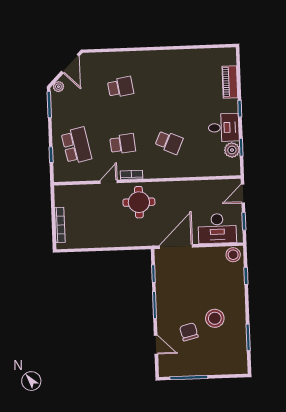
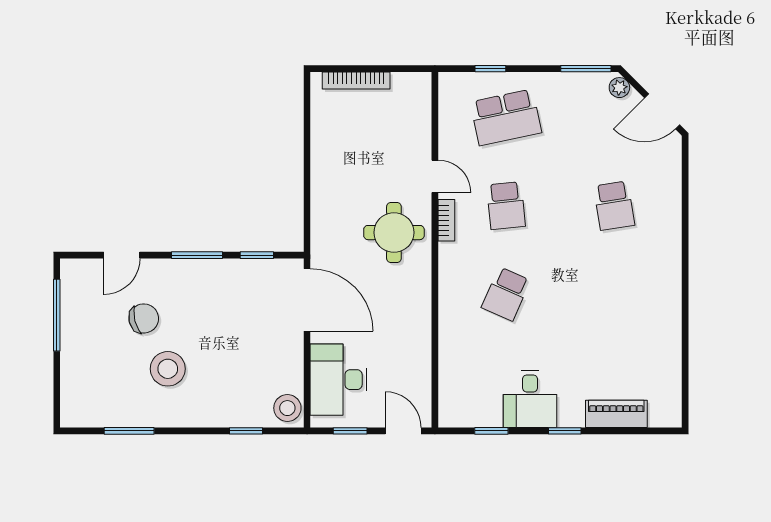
plant: (232, 150) -> (487, 413), removed

